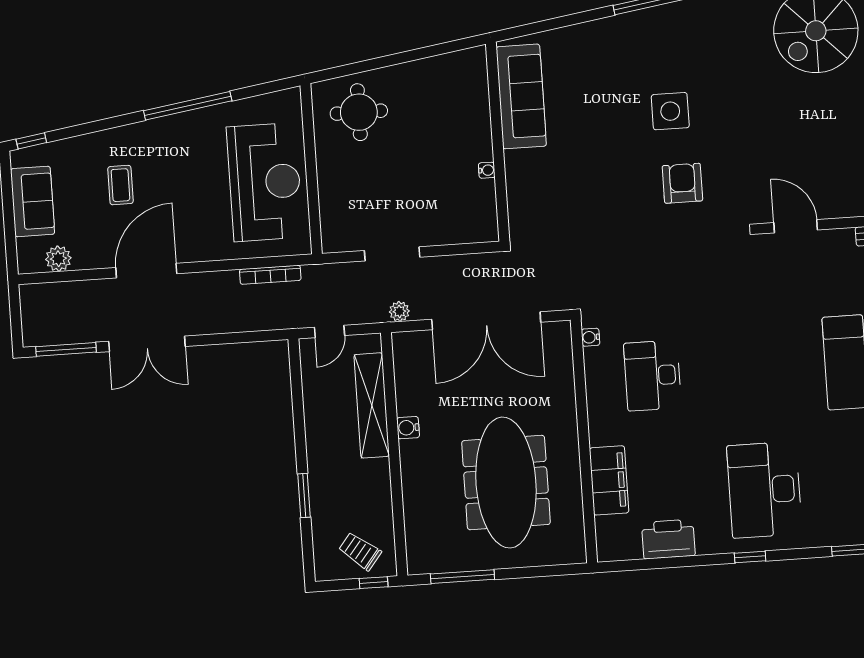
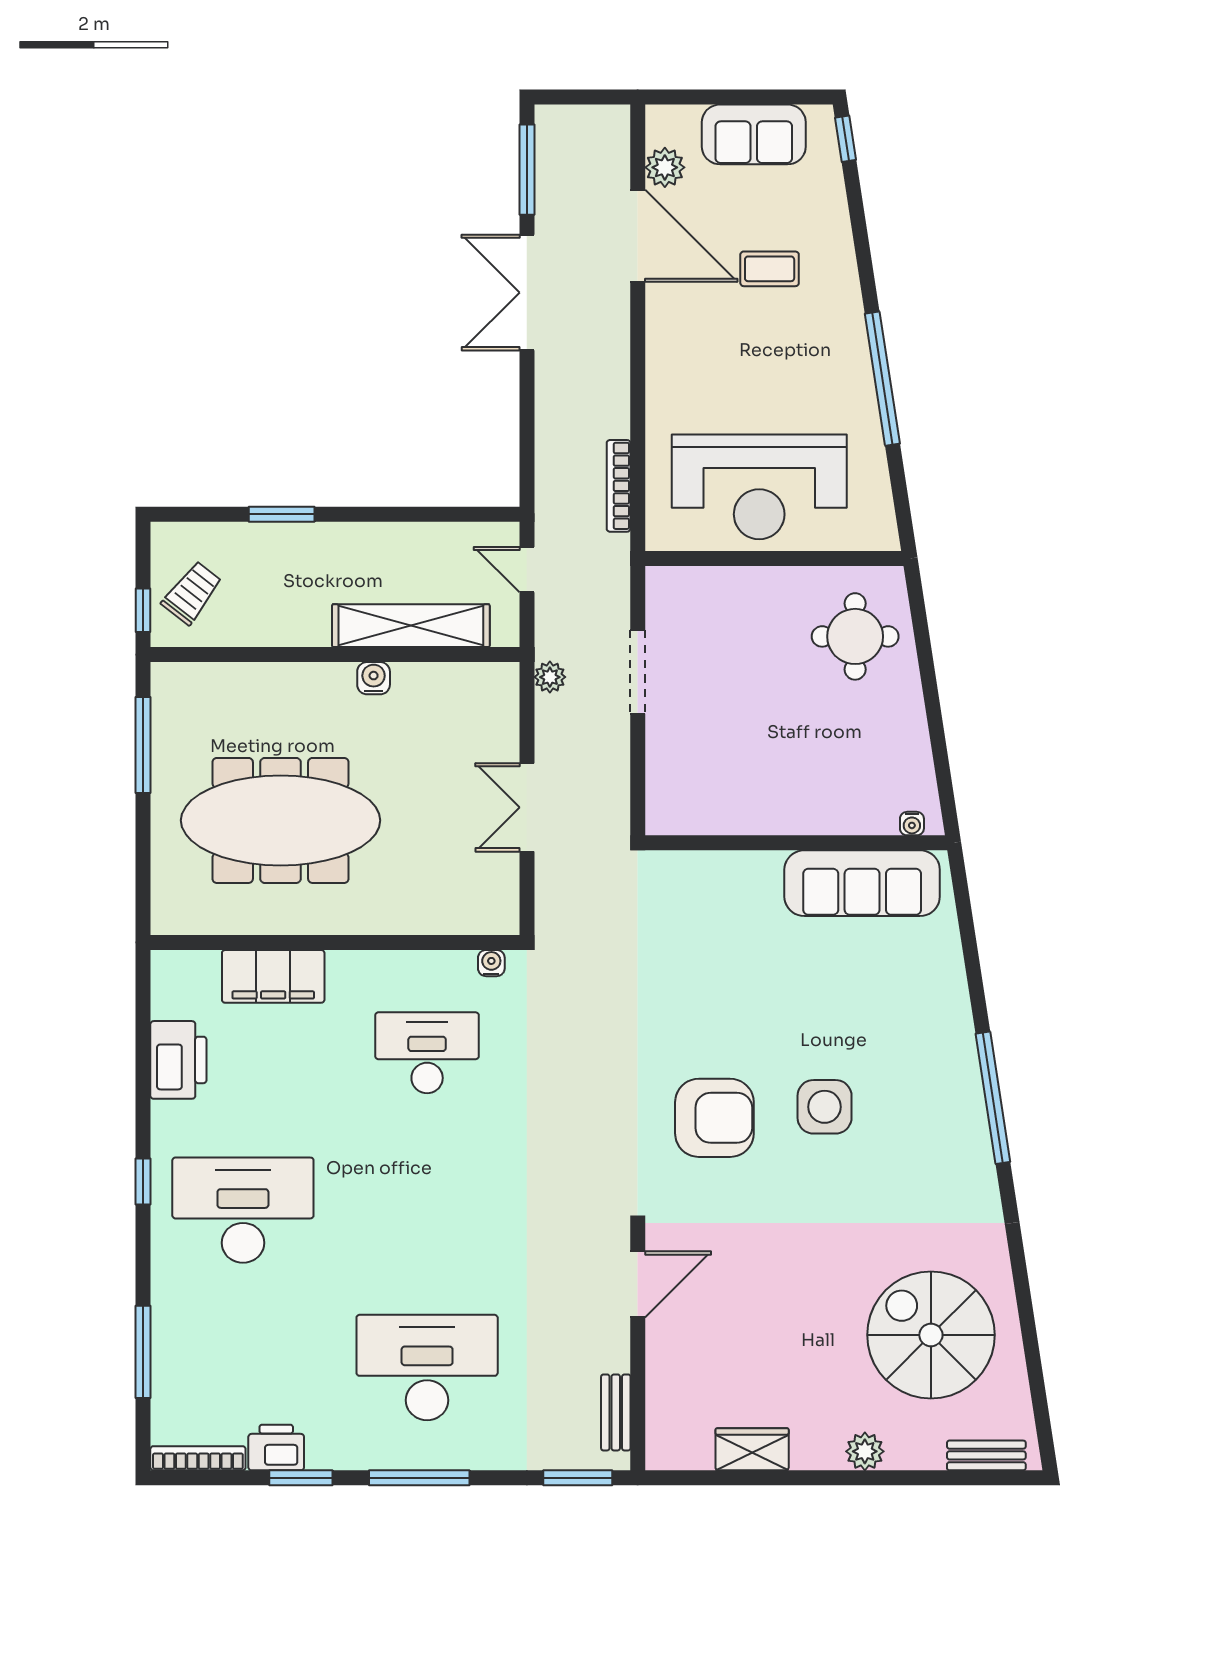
water cooler: (487, 170) -> (912, 824), moved
armchair: (682, 183) -> (714, 1118), width x1.36, depth x1.36
door: (146, 271) -> (638, 236), moved
double door: (486, 321) -> (527, 807), width x0.54

